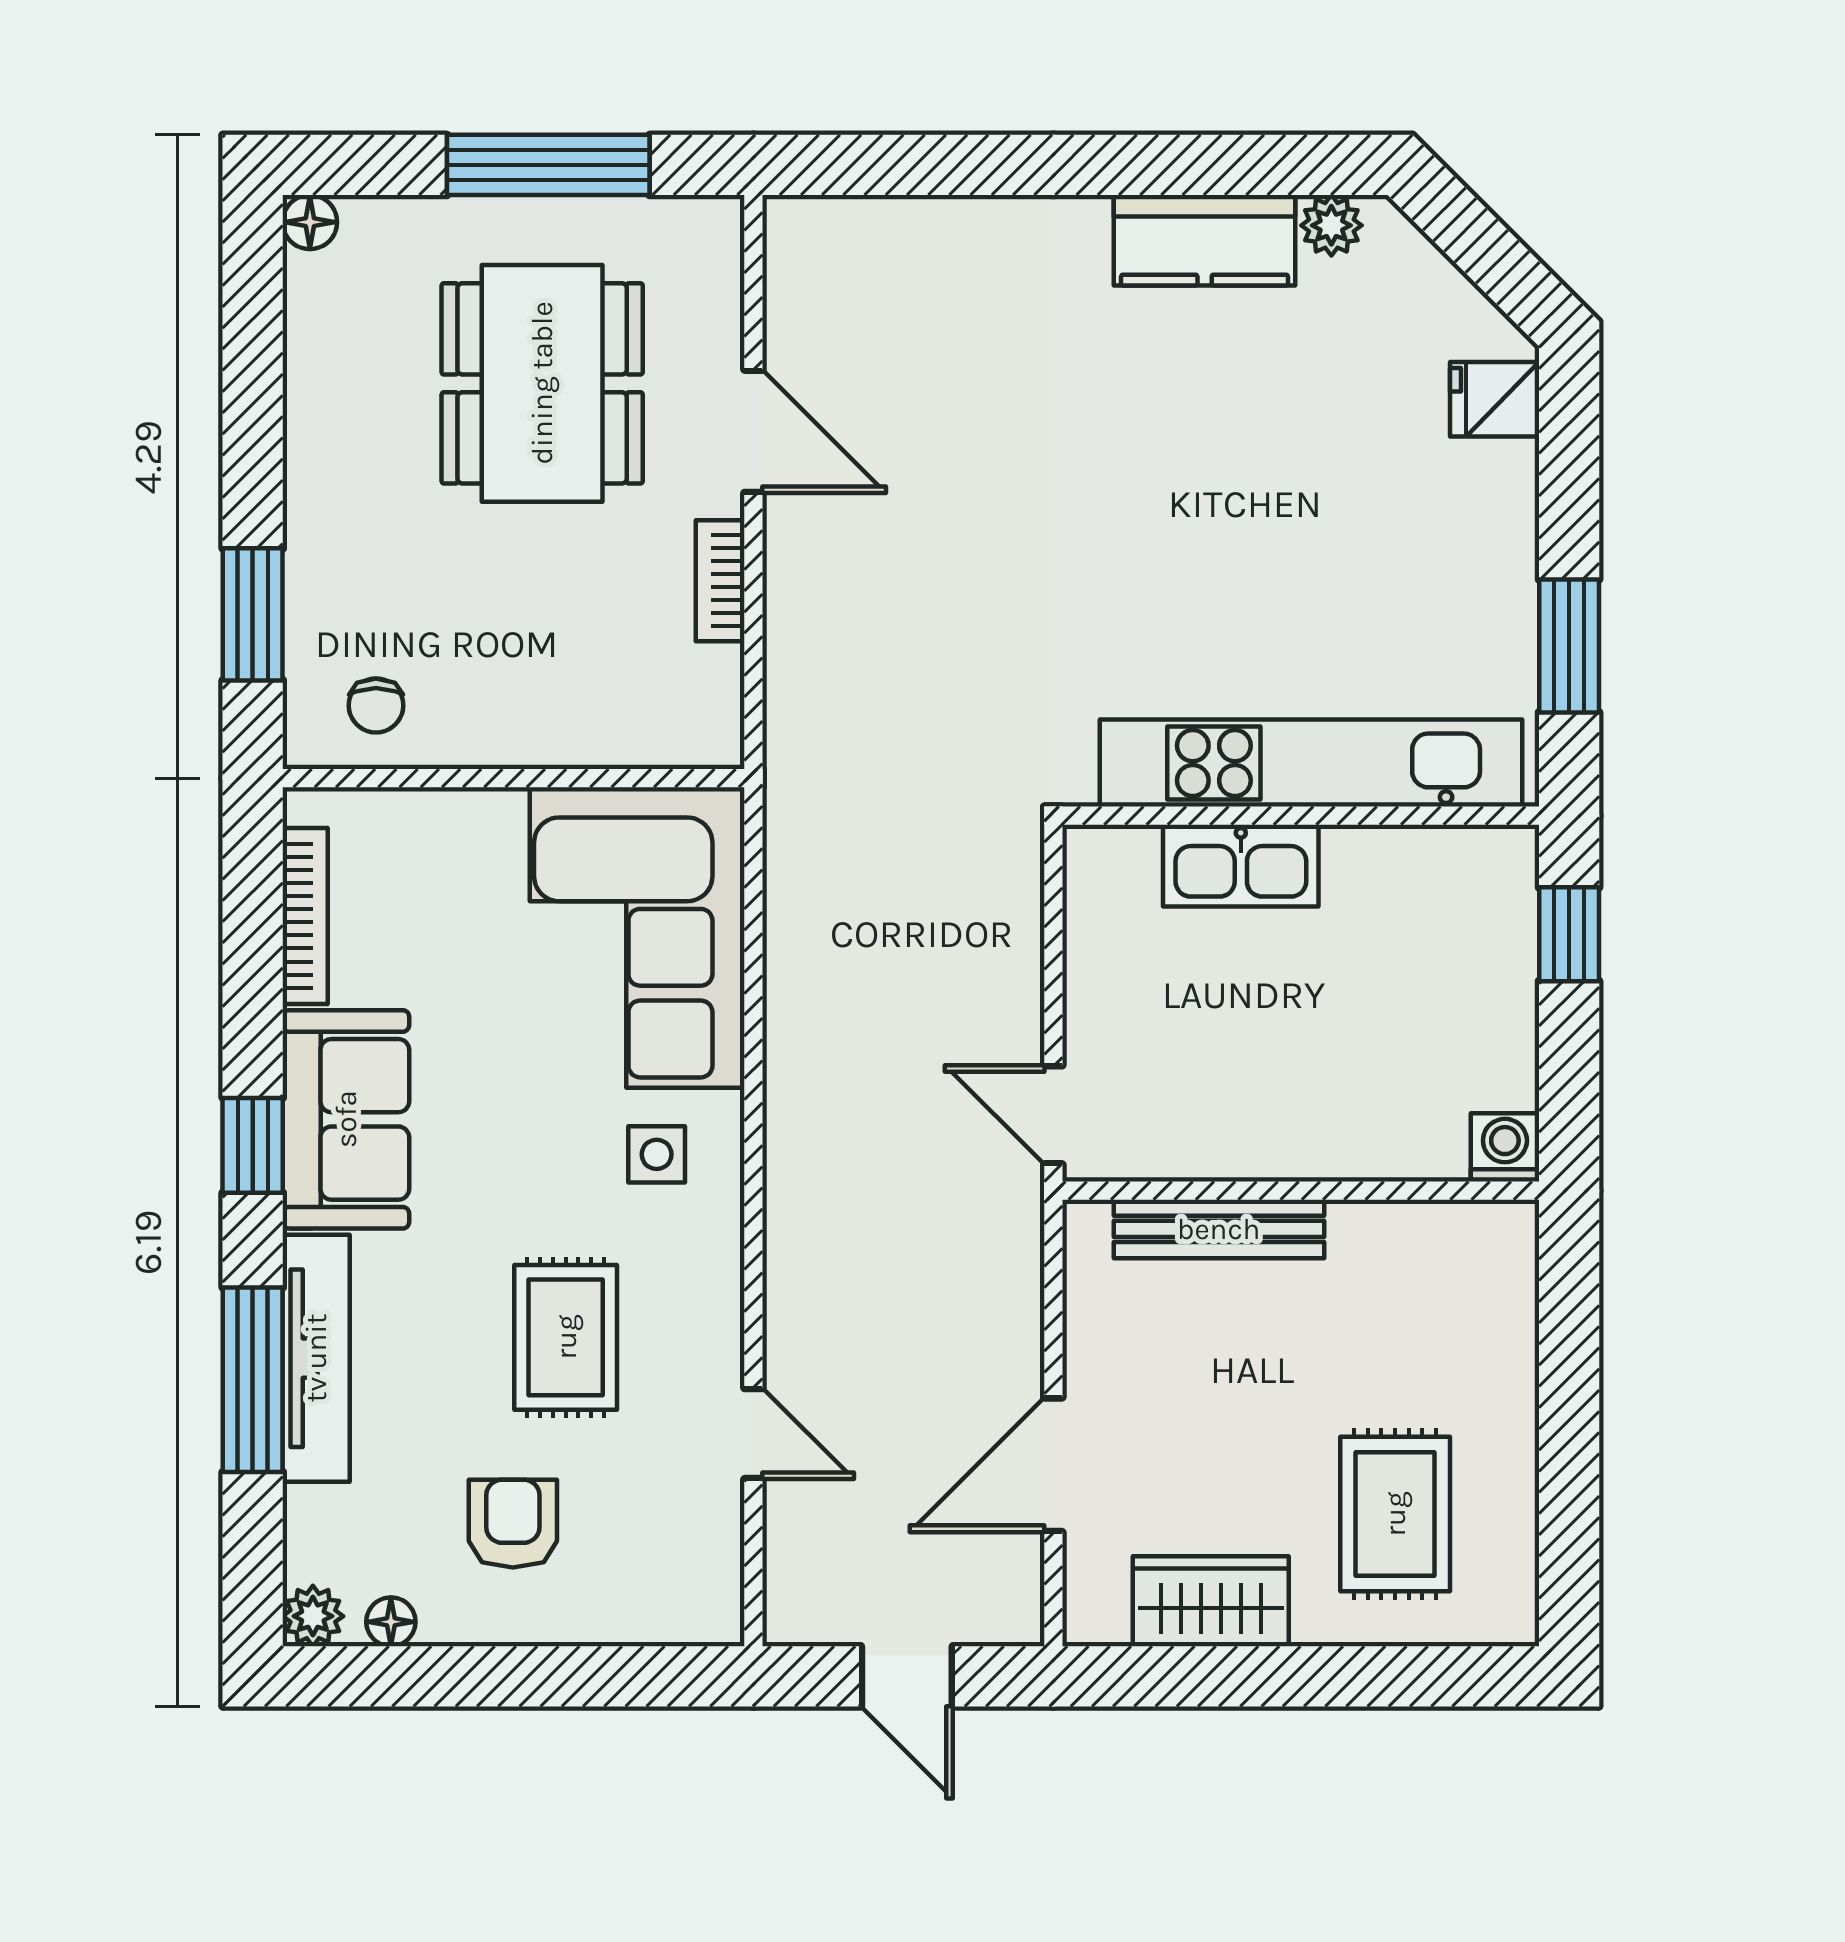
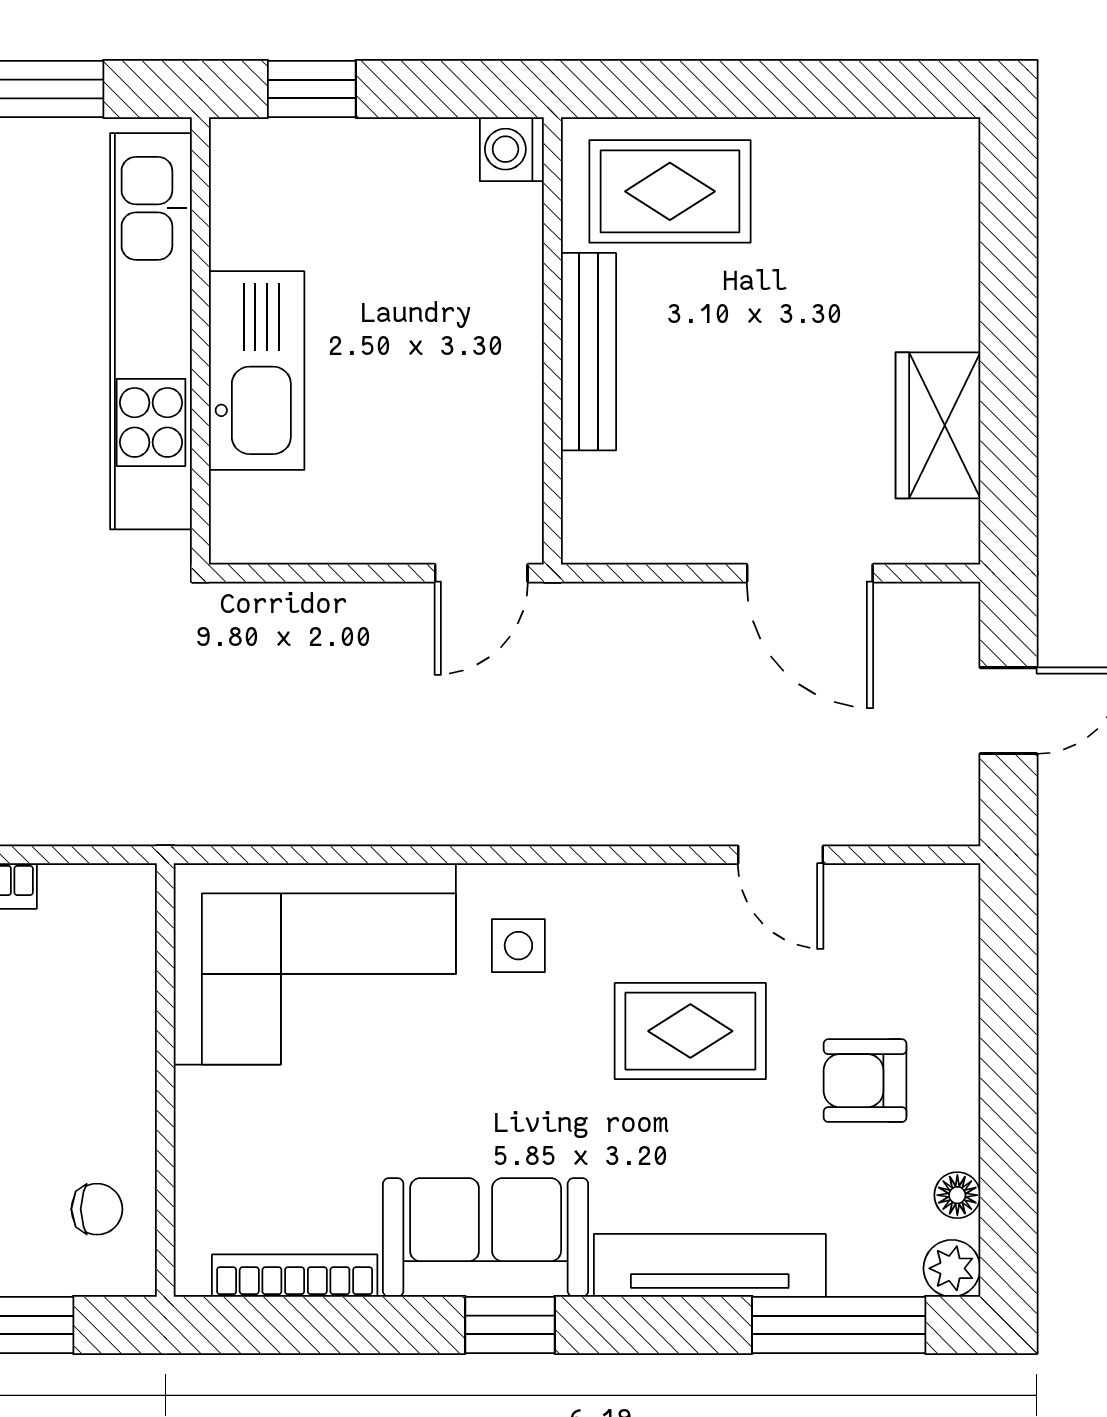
kitchen sink: (1241, 866) -> (257, 371), width x1.36, depth x1.24
bench: (1219, 1229) -> (588, 352), moved
window: (253, 1380) -> (839, 1325), moved
door: (753, 1434) -> (781, 855), swing flipped
rug: (1395, 1514) -> (670, 191), moved

